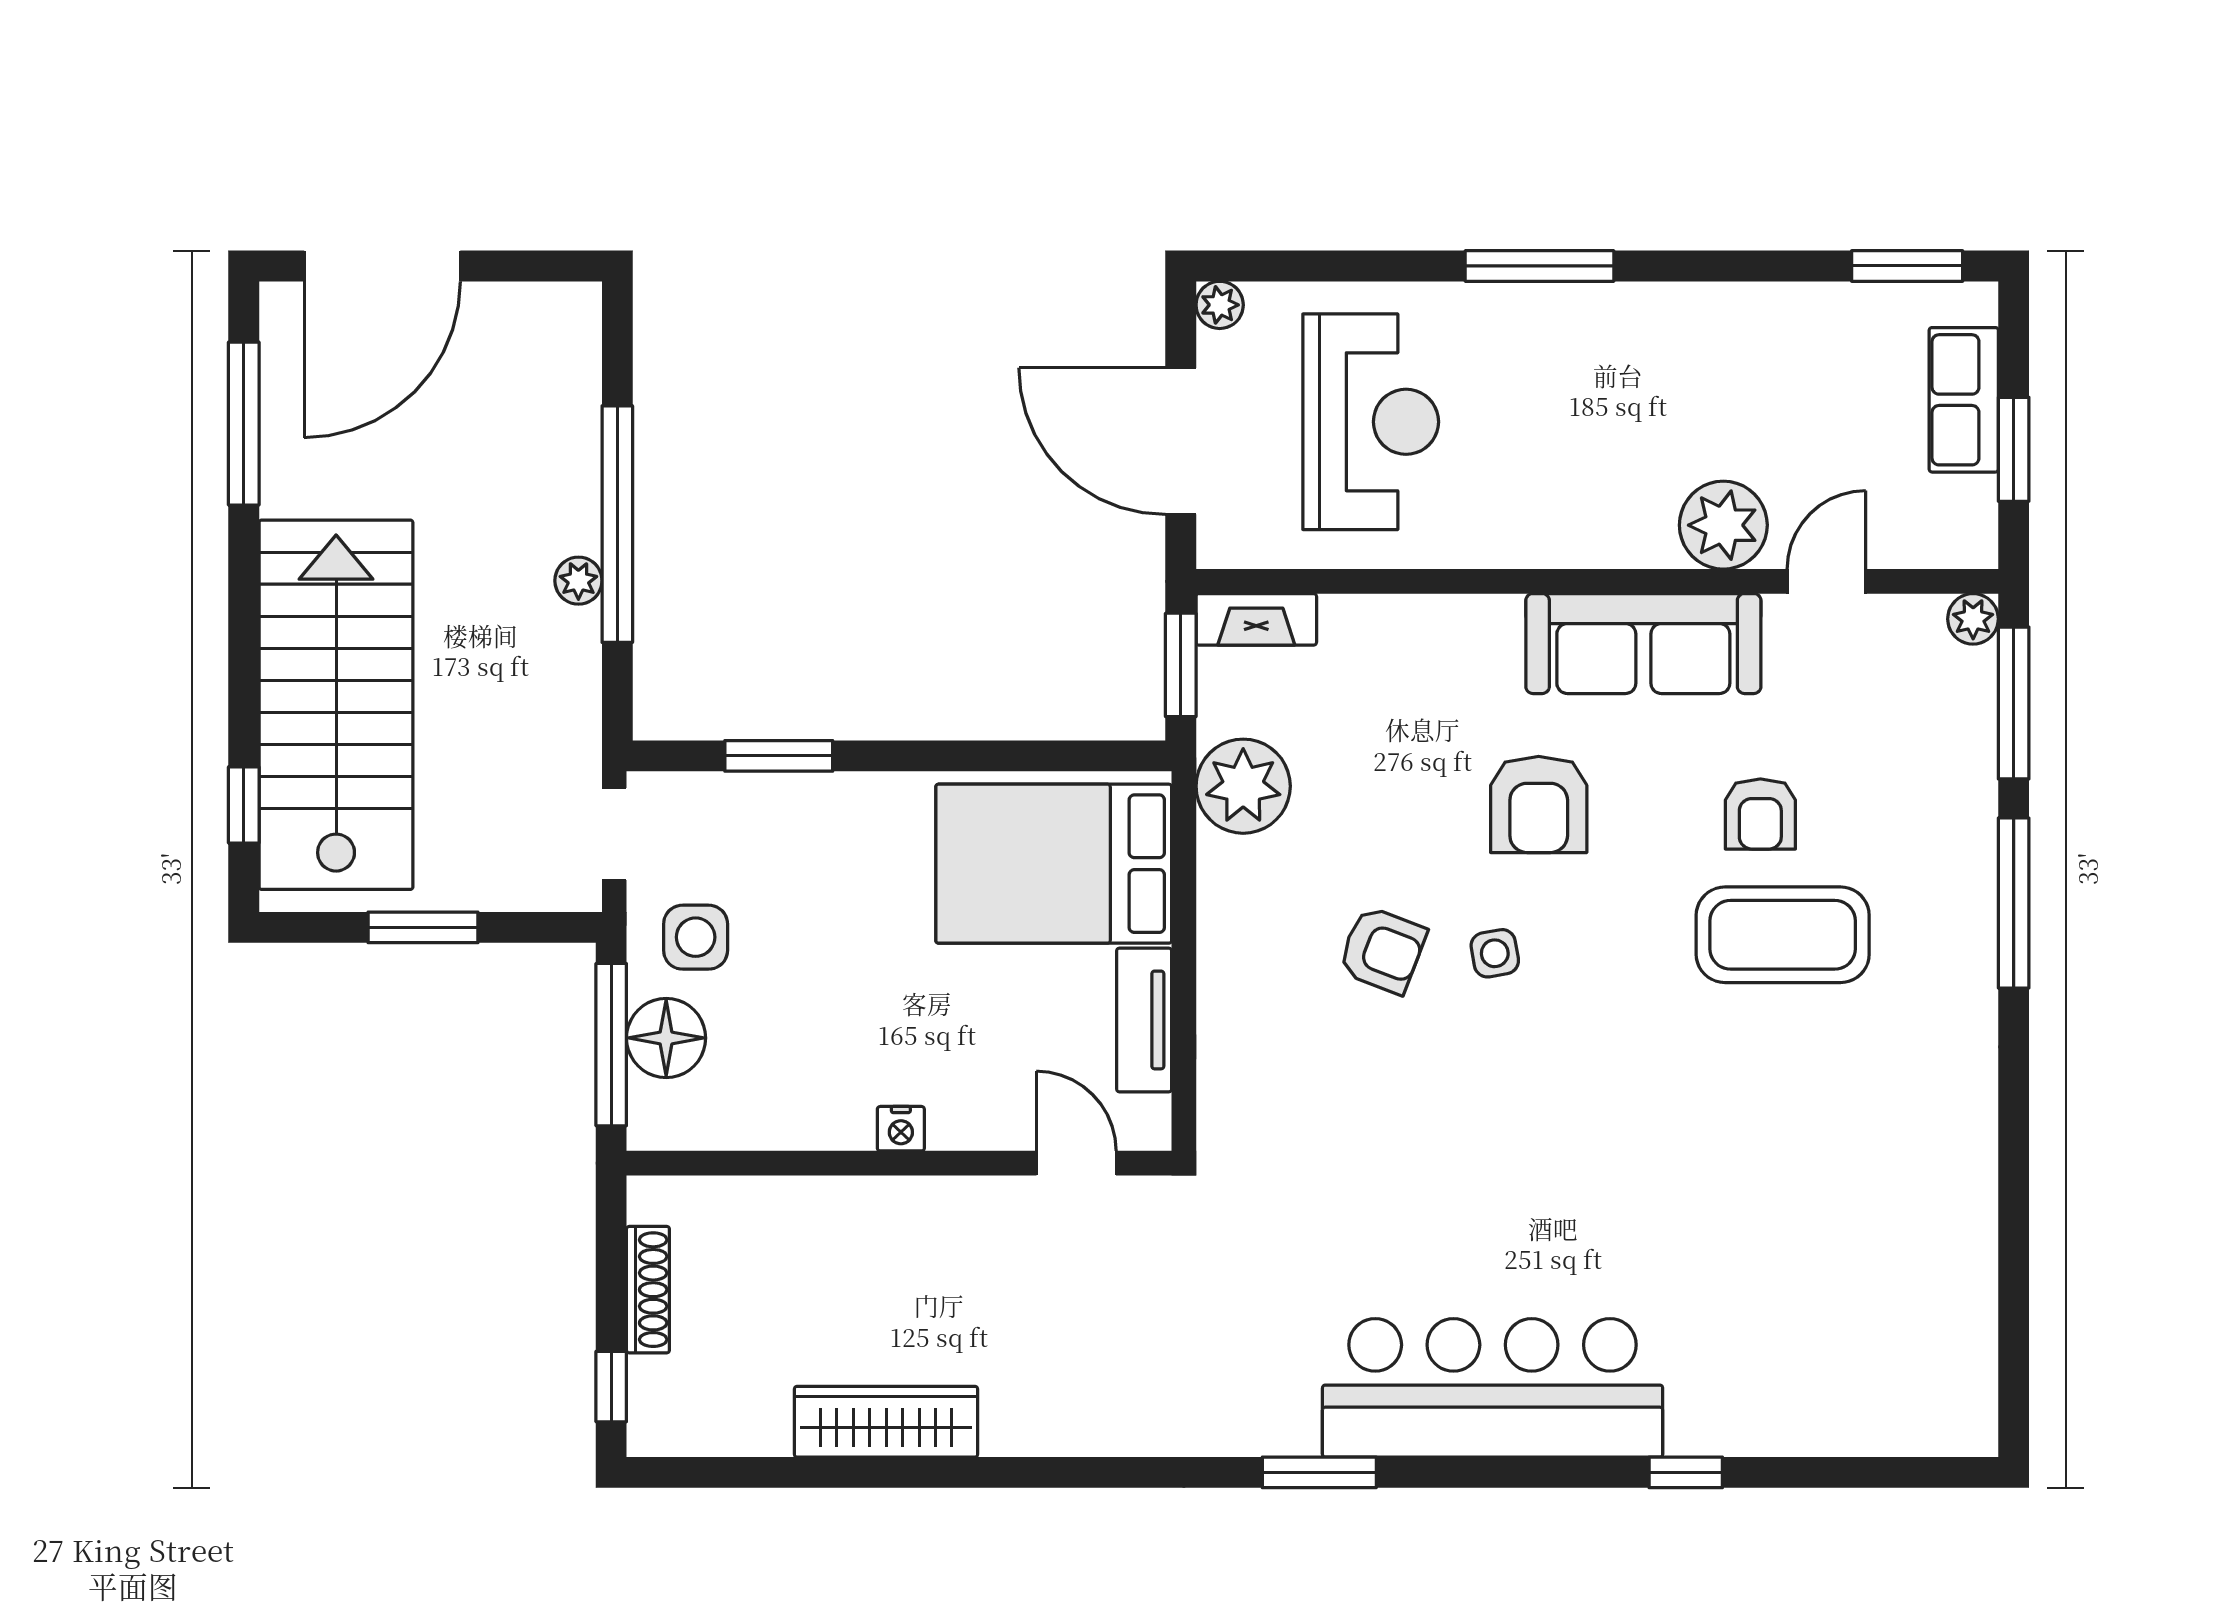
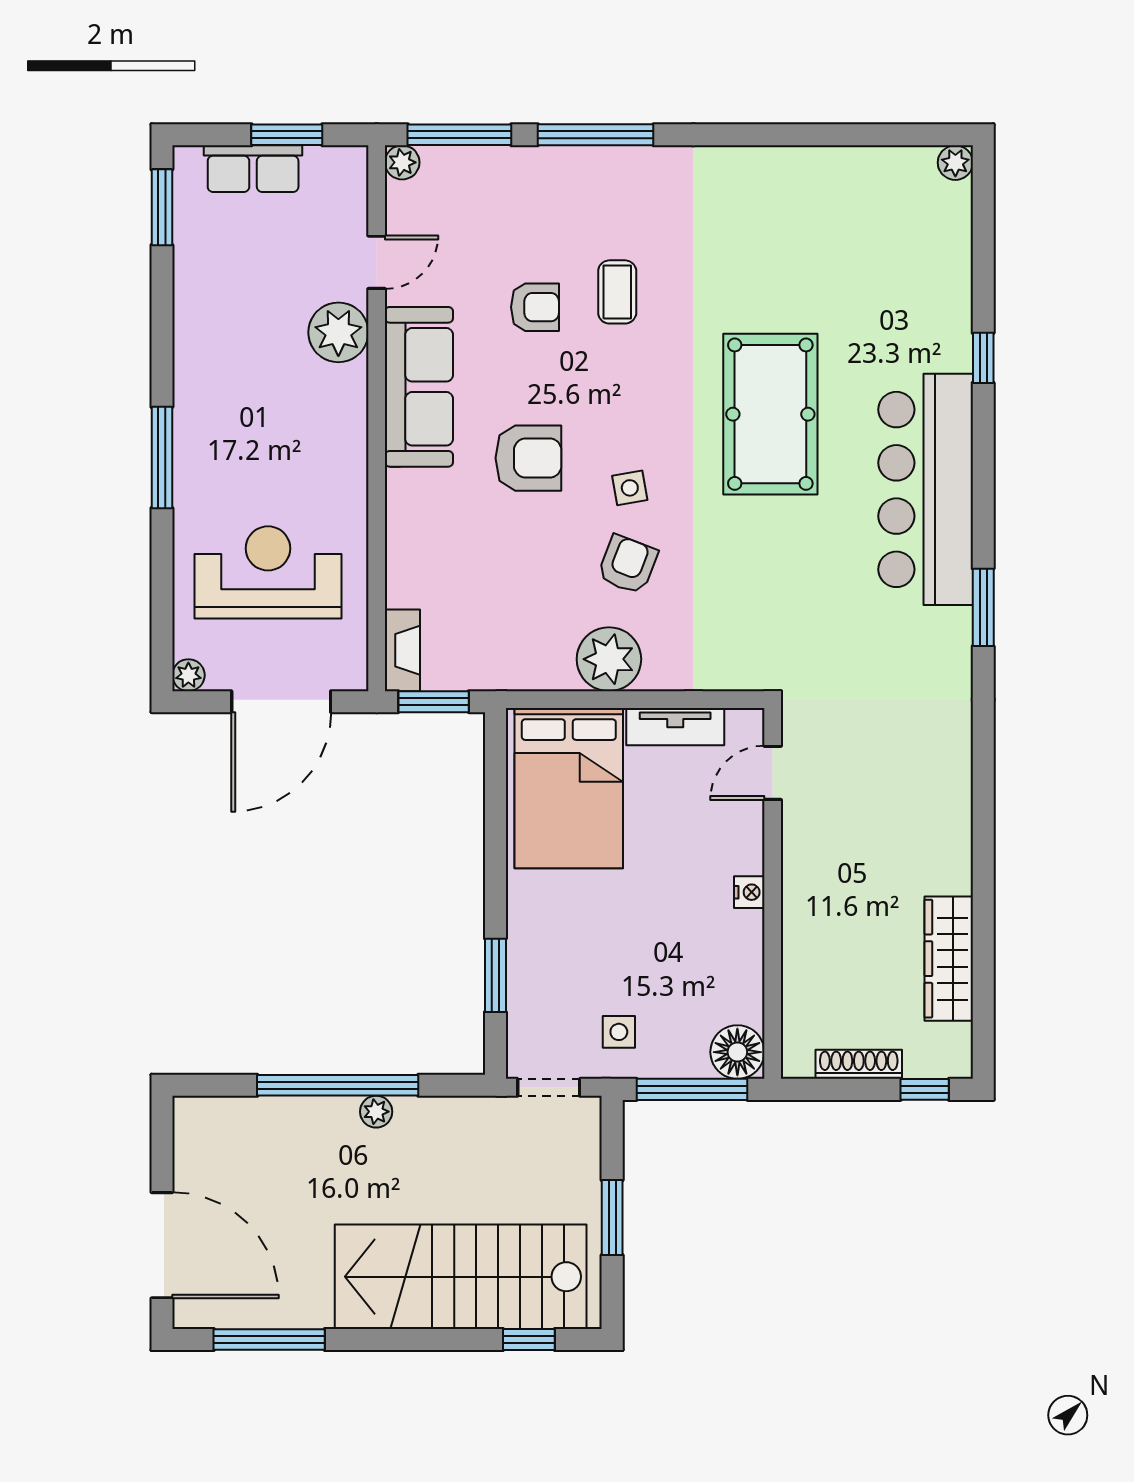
door: (1826, 581) -> (377, 262), swing flipped
plant: (1243, 786) -> (609, 659), moved
coffee table: (1783, 935) -> (617, 292), width x0.54, depth x0.58
side table: (696, 937) -> (619, 1032), width x0.73, depth x0.73
floor lamp: (666, 1038) -> (737, 1052), moved
pool table: (1603, 1160) -> (770, 414), added
wardrobe: (886, 1422) -> (949, 959), moved
plant: (1973, 1431) -> (955, 163), added

